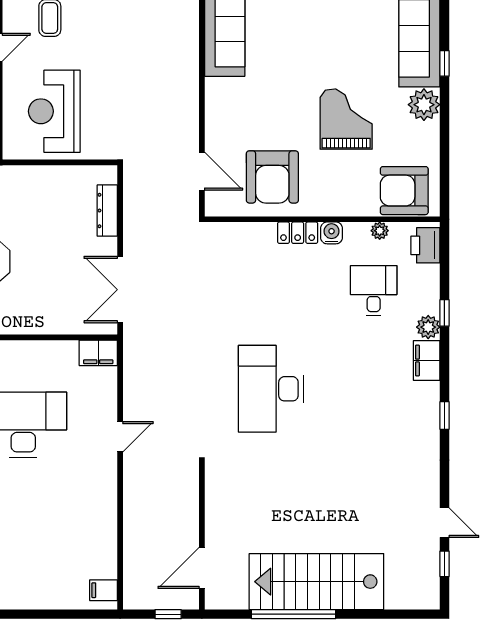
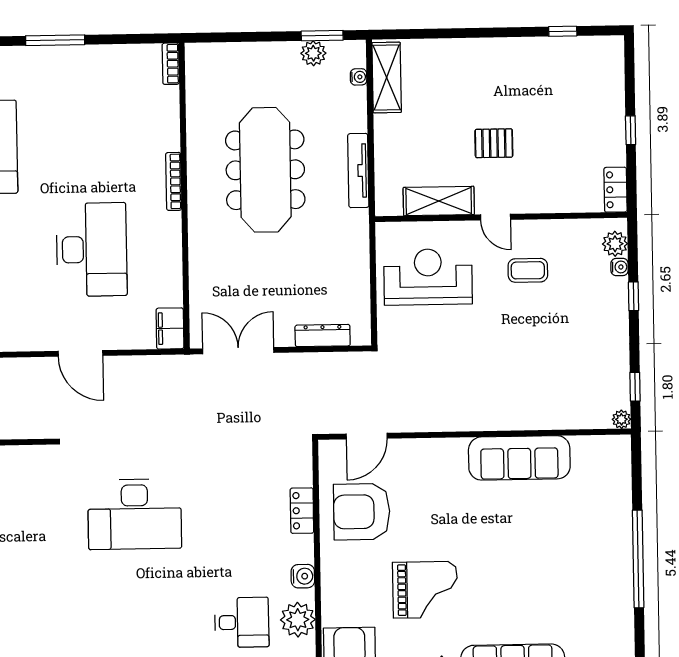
plant: (380, 231) -> (298, 620), width x1.88, depth x1.88
locker: (298, 233) -> (302, 511), moved
desk: (271, 389) -> (135, 514), turned 180
door: (120, 437) -> (81, 353), width x1.38

